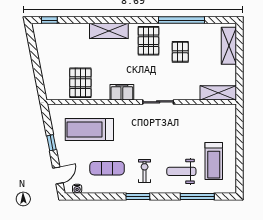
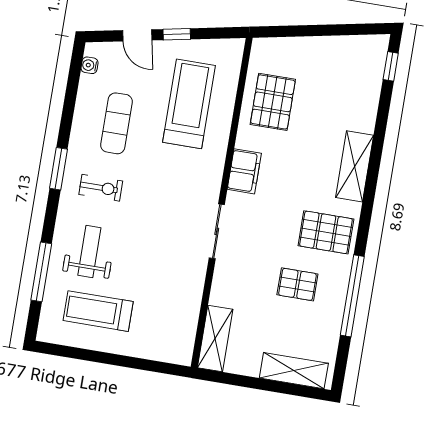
pallet: (80, 83) -> (273, 102), turned 90
door: (58, 175) -> (137, 35), moved

